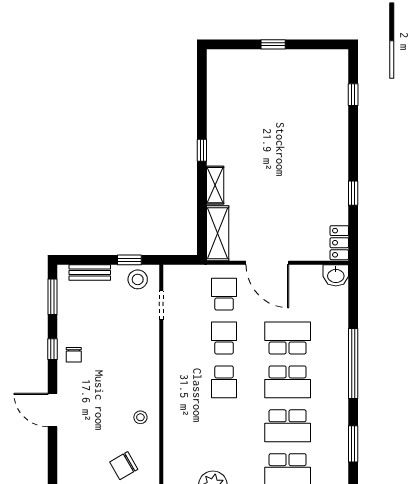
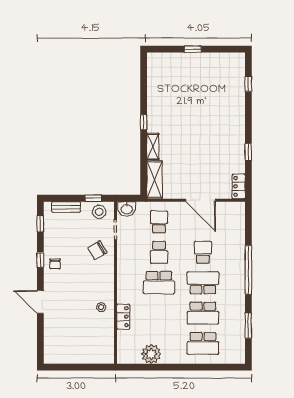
door: (267, 263) -> (201, 200), moved
washbasin: (336, 275) -> (127, 209), moved
window: (53, 297) -> (40, 224), width x0.67
school desk: (224, 338) -> (159, 252), turned 180
school desk: (288, 338) -> (203, 252), width x0.54
school desk: (224, 382) -> (159, 283), width x1.85
school desk: (288, 382) -> (203, 283), turned 180
locker: (172, 431) -> (123, 317), added
chair: (124, 466) -> (97, 250), moved

